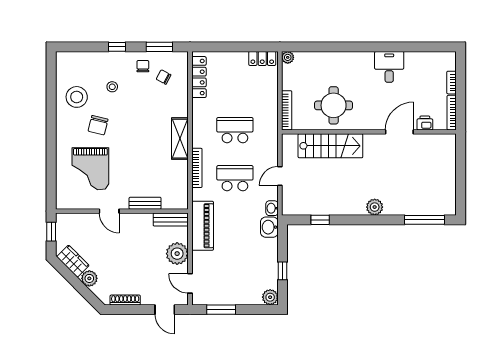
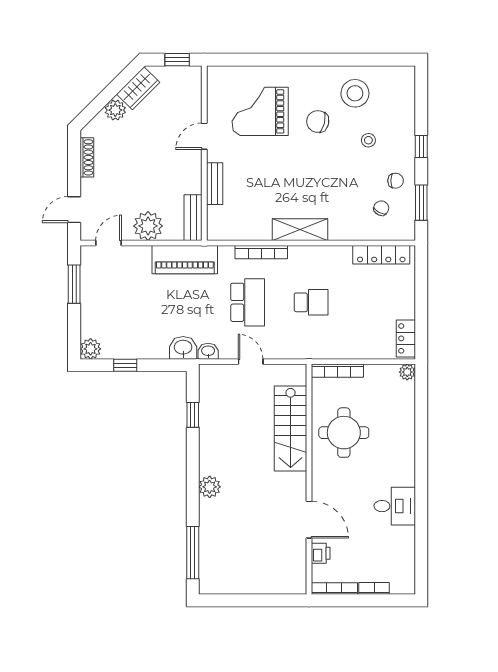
school desk: (235, 130) -> (311, 302), width x0.54

